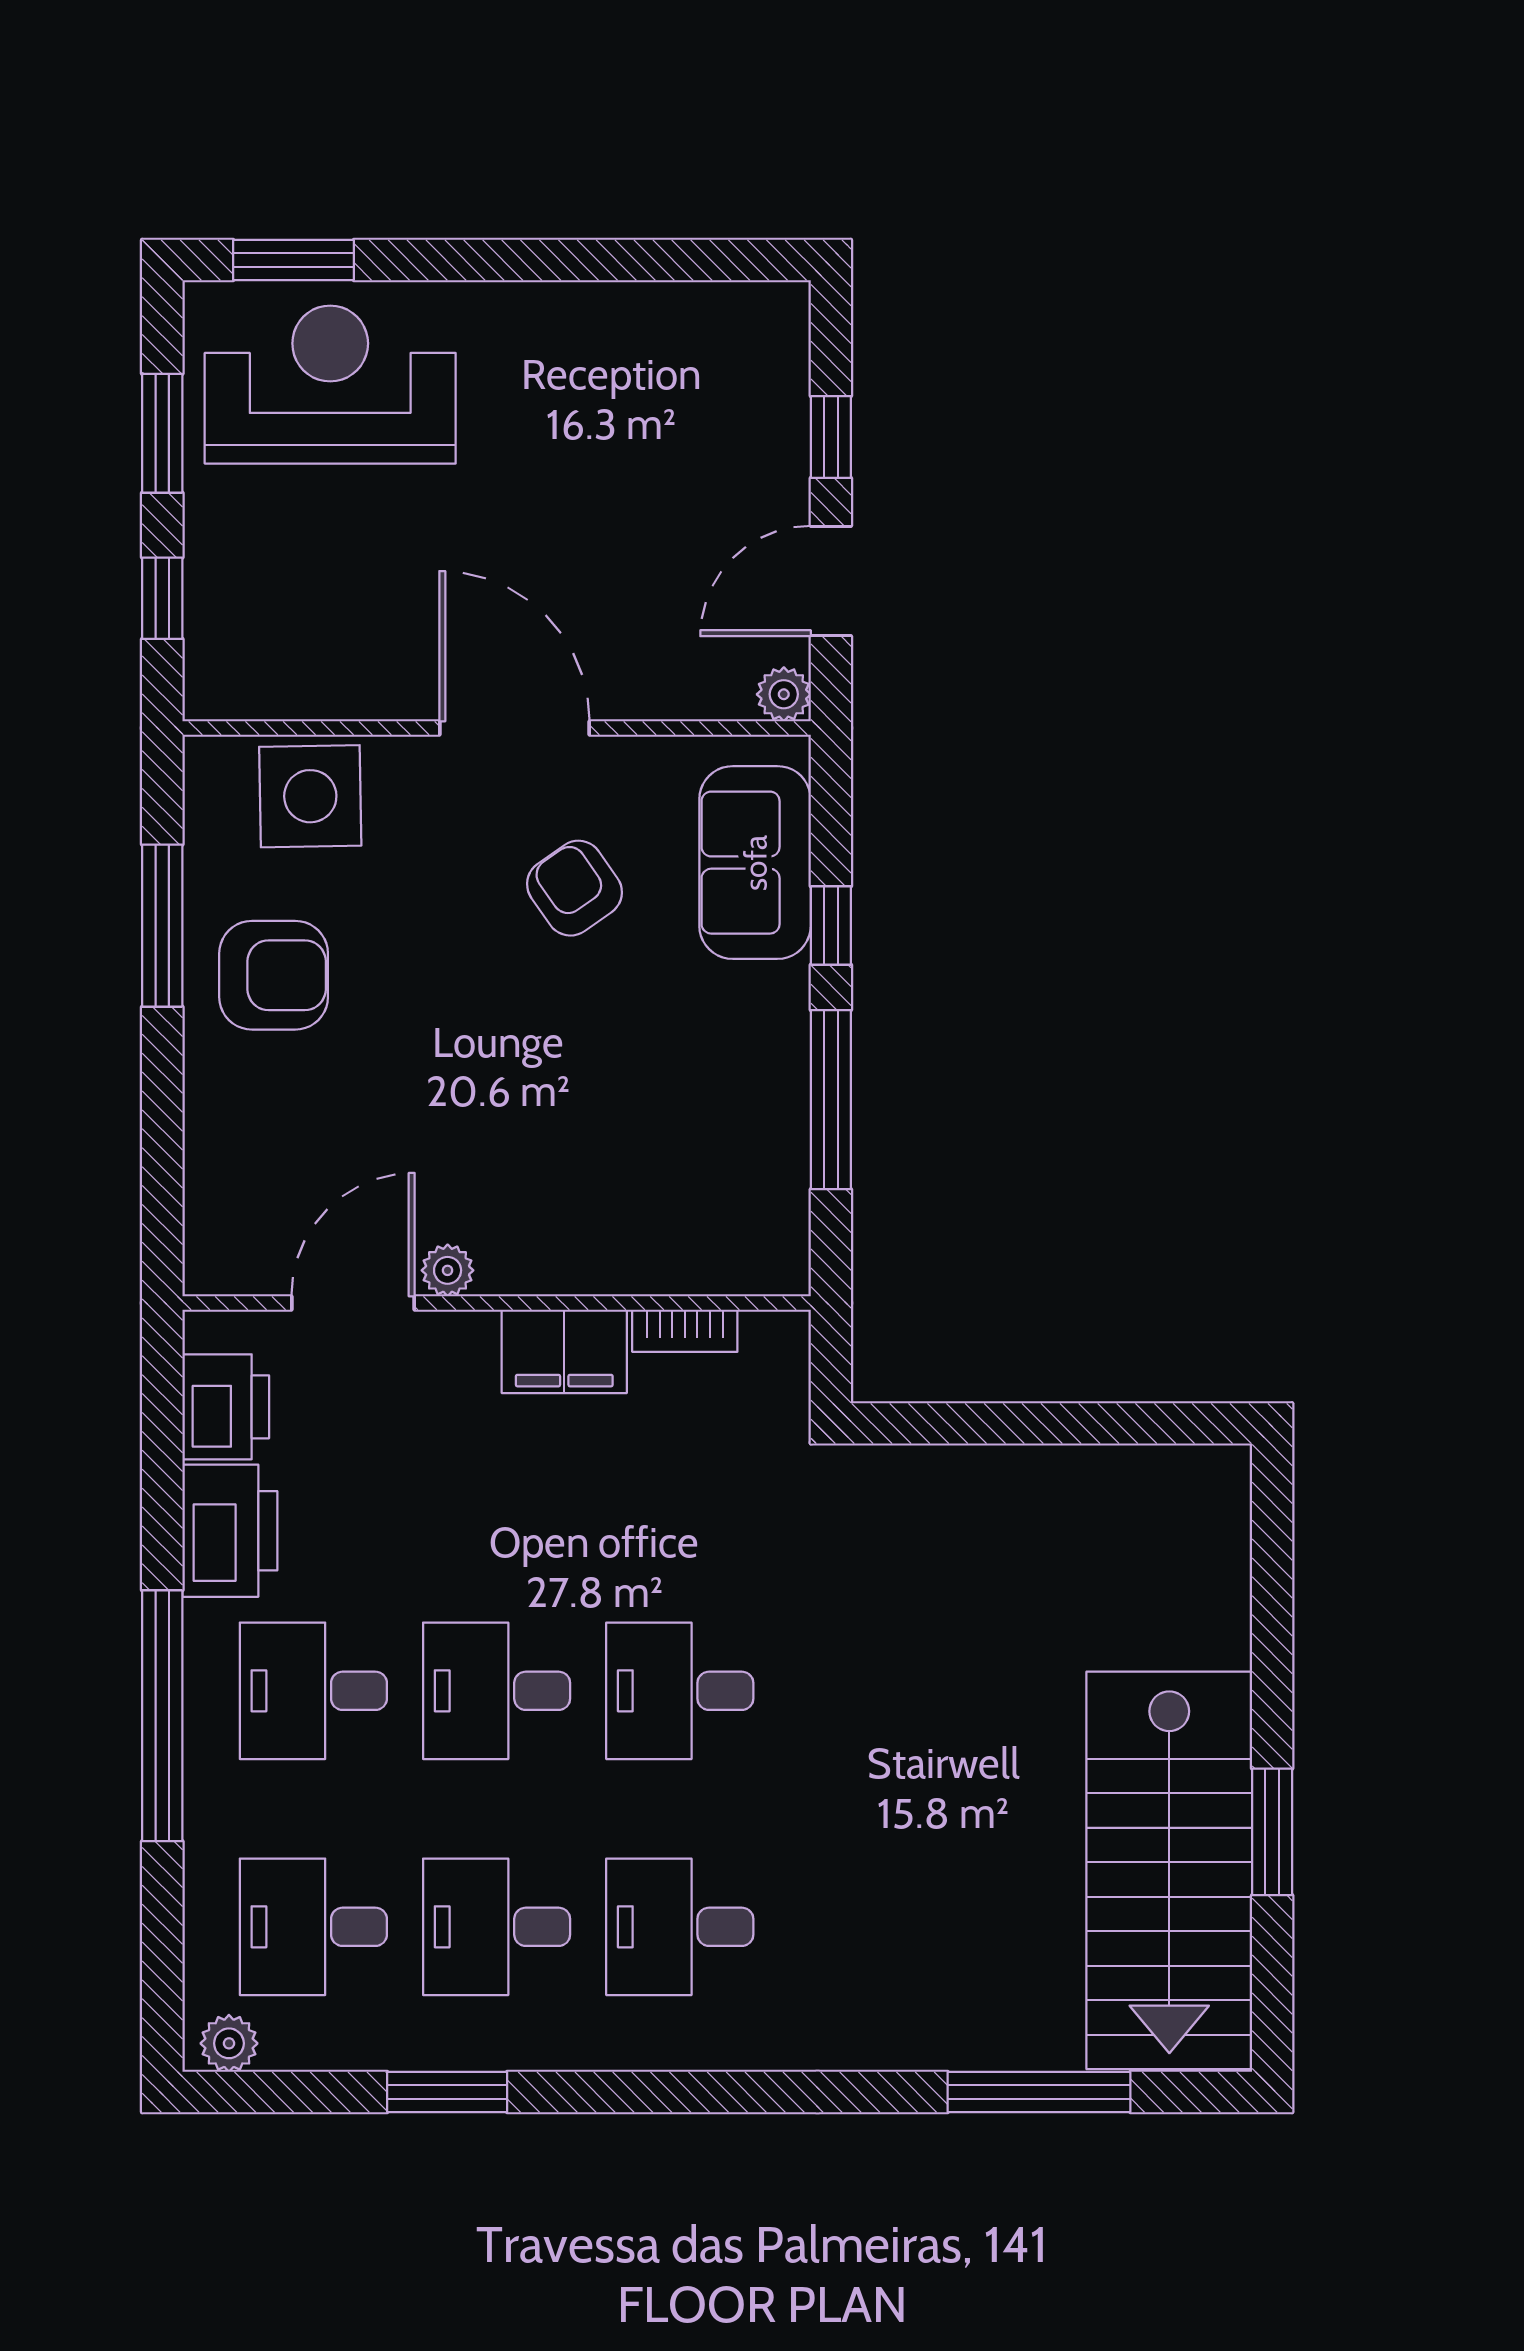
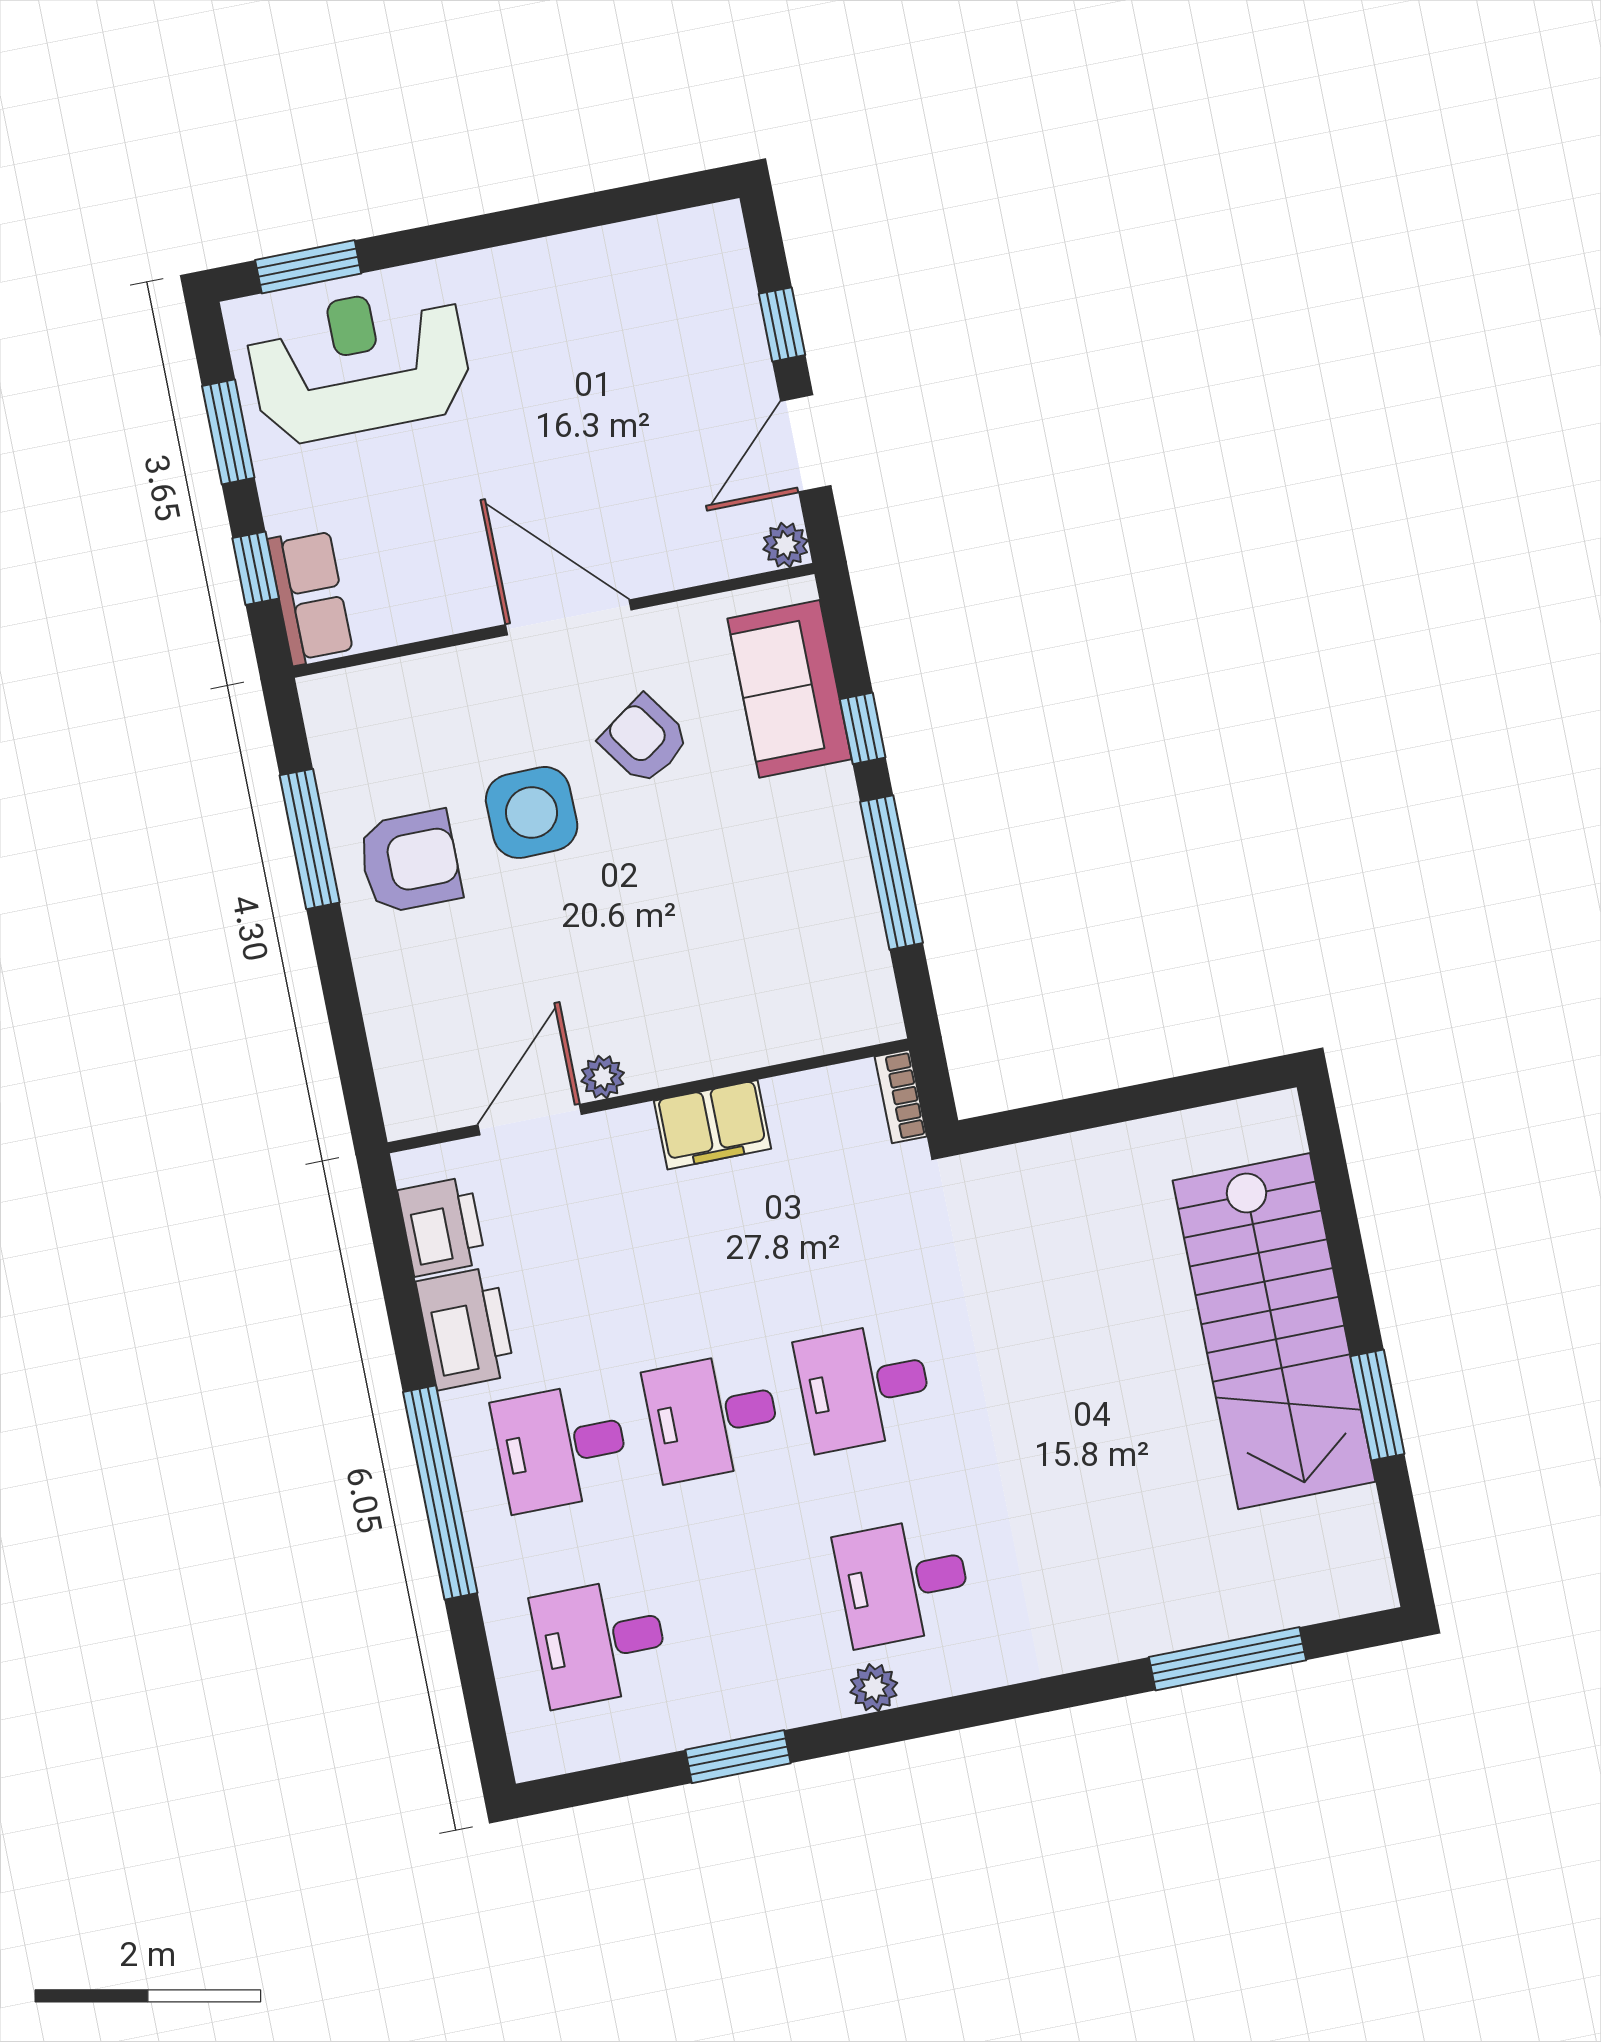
row of seats: (219, 644) -> (310, 597), added
side table: (310, 796) -> (532, 812), moved
bookcase: (685, 1331) -> (901, 1096), moved, turned 90
stairs: (1169, 1870) -> (1274, 1331), moved
desk: (497, 1927) -> (752, 1612), removed
plant: (229, 2043) -> (874, 1688), moved

